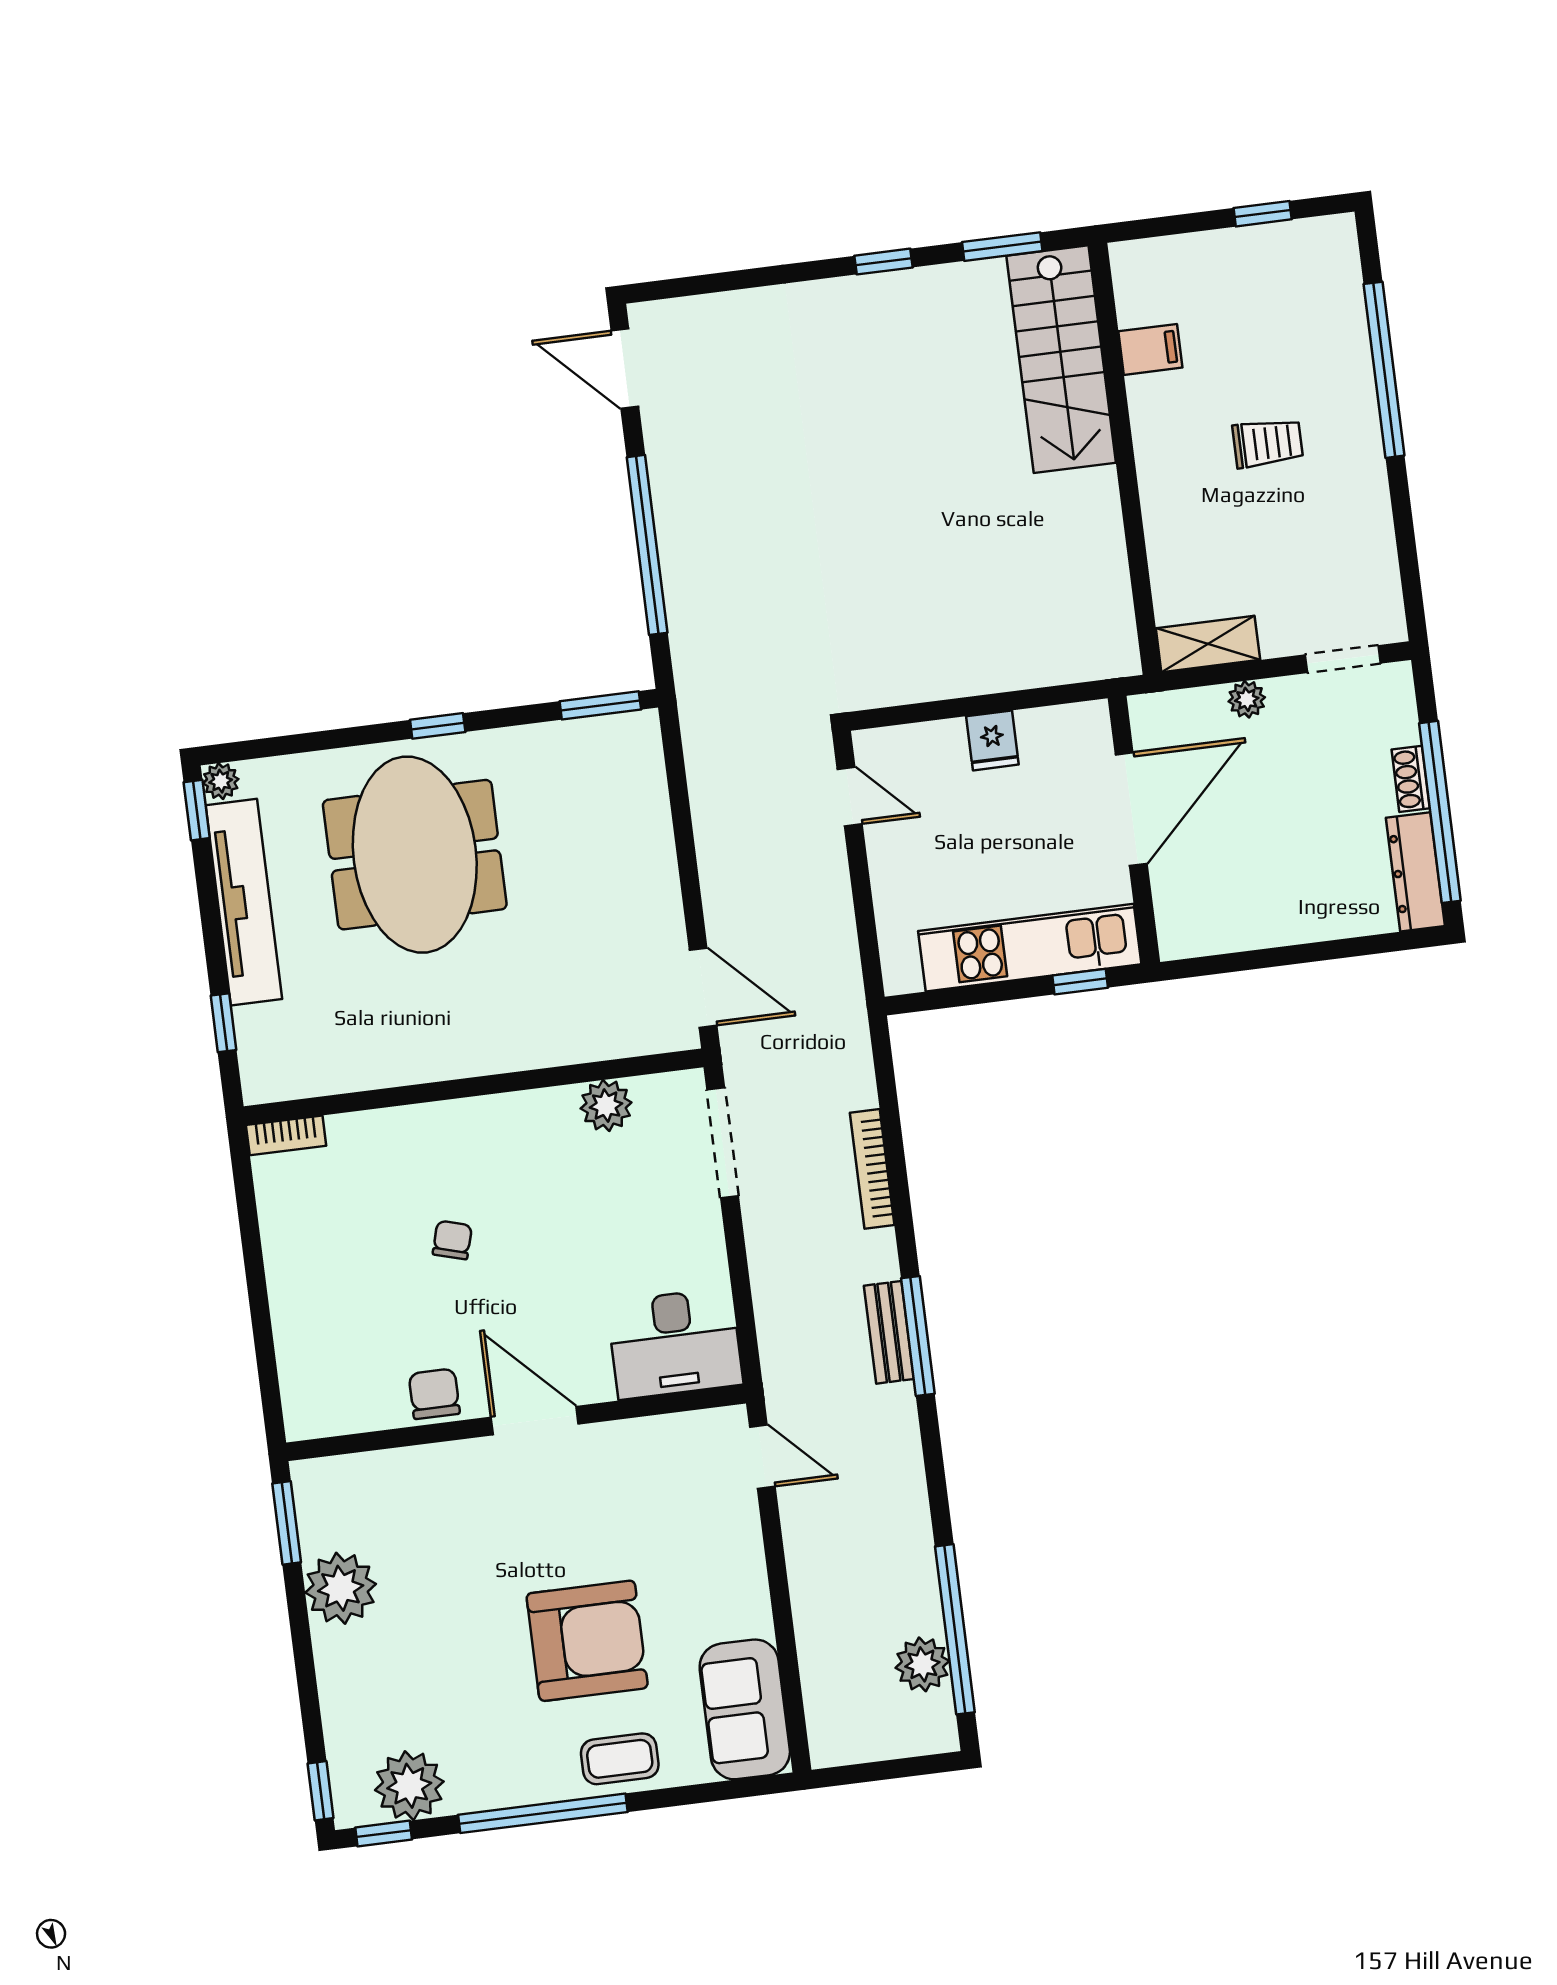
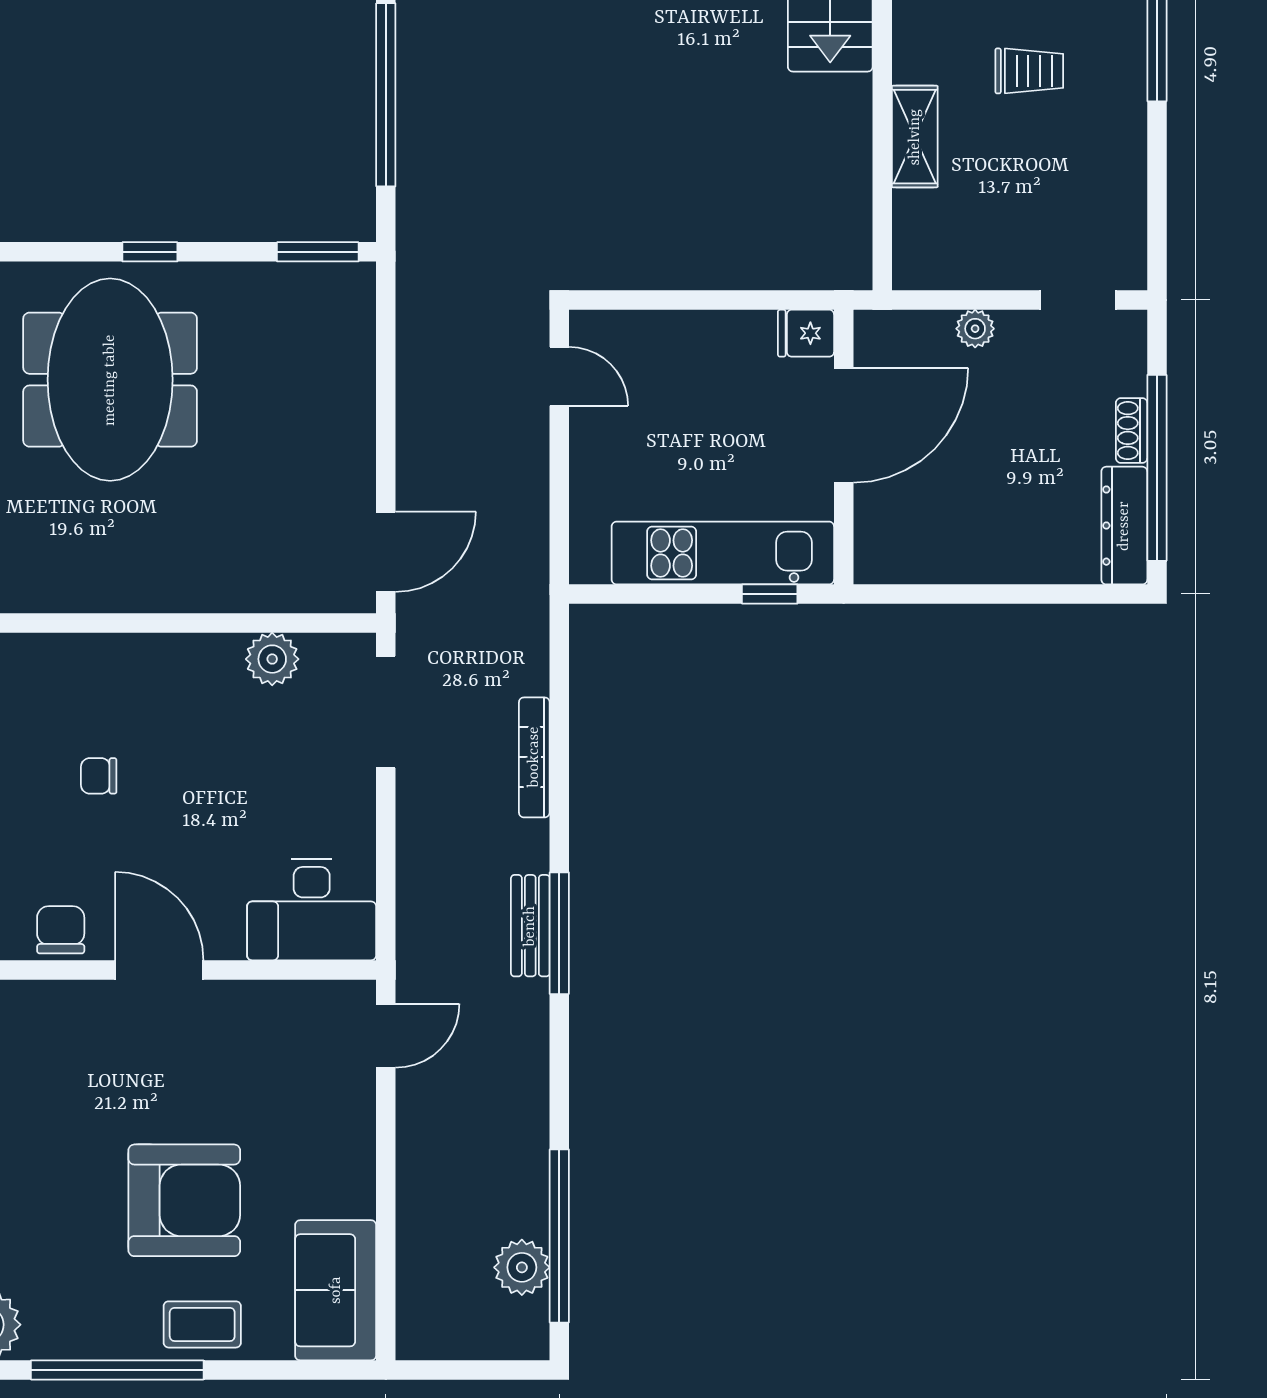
shelving: (1208, 644) -> (915, 137), moved, turned 90
fridge: (992, 740) -> (806, 333), moved, turned 90
door: (703, 988) -> (386, 552), hinge flipped
chair: (452, 1240) -> (99, 776), turned -106
door: (762, 1457) -> (386, 1036), hinge flipped

